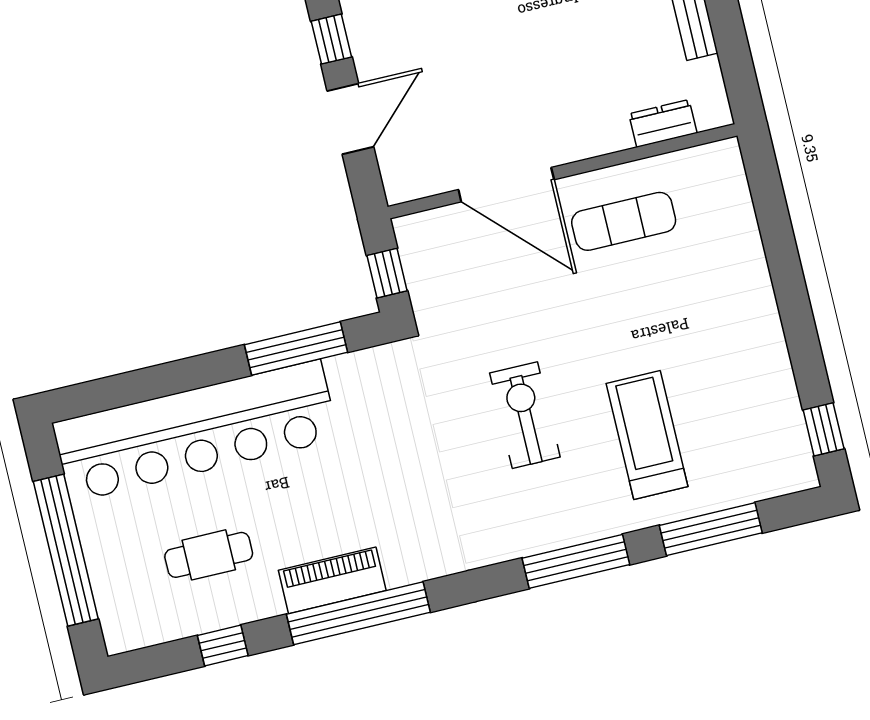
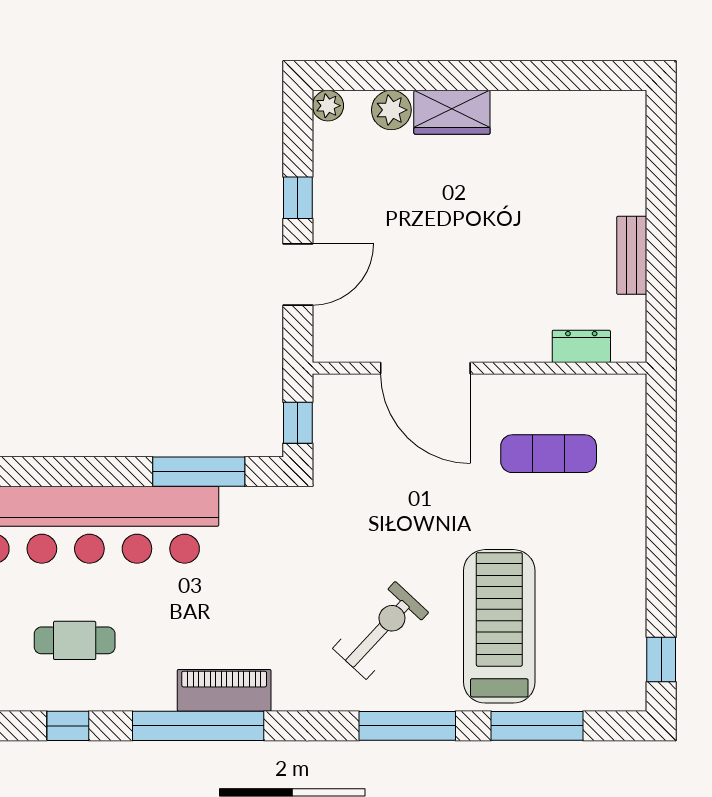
exercise mat: (624, 221) -> (549, 454), moved
exercise bike: (525, 415) -> (381, 630), moved, turned 43
treadmill: (647, 435) -> (499, 626), width x1.37, depth x1.38
piano: (332, 580) -> (224, 690), moved

